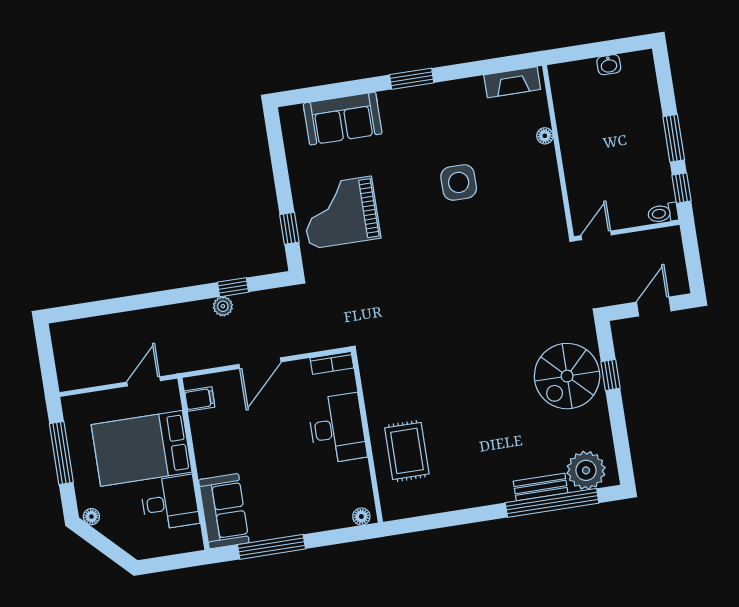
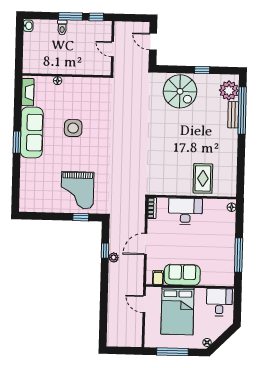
washbasin: (609, 65) -> (28, 26), moved
sofa: (343, 119) -> (32, 132), moved, width x1.36
toilet: (663, 213) -> (62, 27), moved
door: (596, 235) -> (112, 49), moved
door: (260, 363) -> (146, 244), swing flipped
window: (610, 375) -> (202, 70), moved
rug: (407, 451) -> (203, 178), turned 90
desk: (170, 503) -> (219, 302), moved
sofa: (224, 511) -> (182, 275), moved

